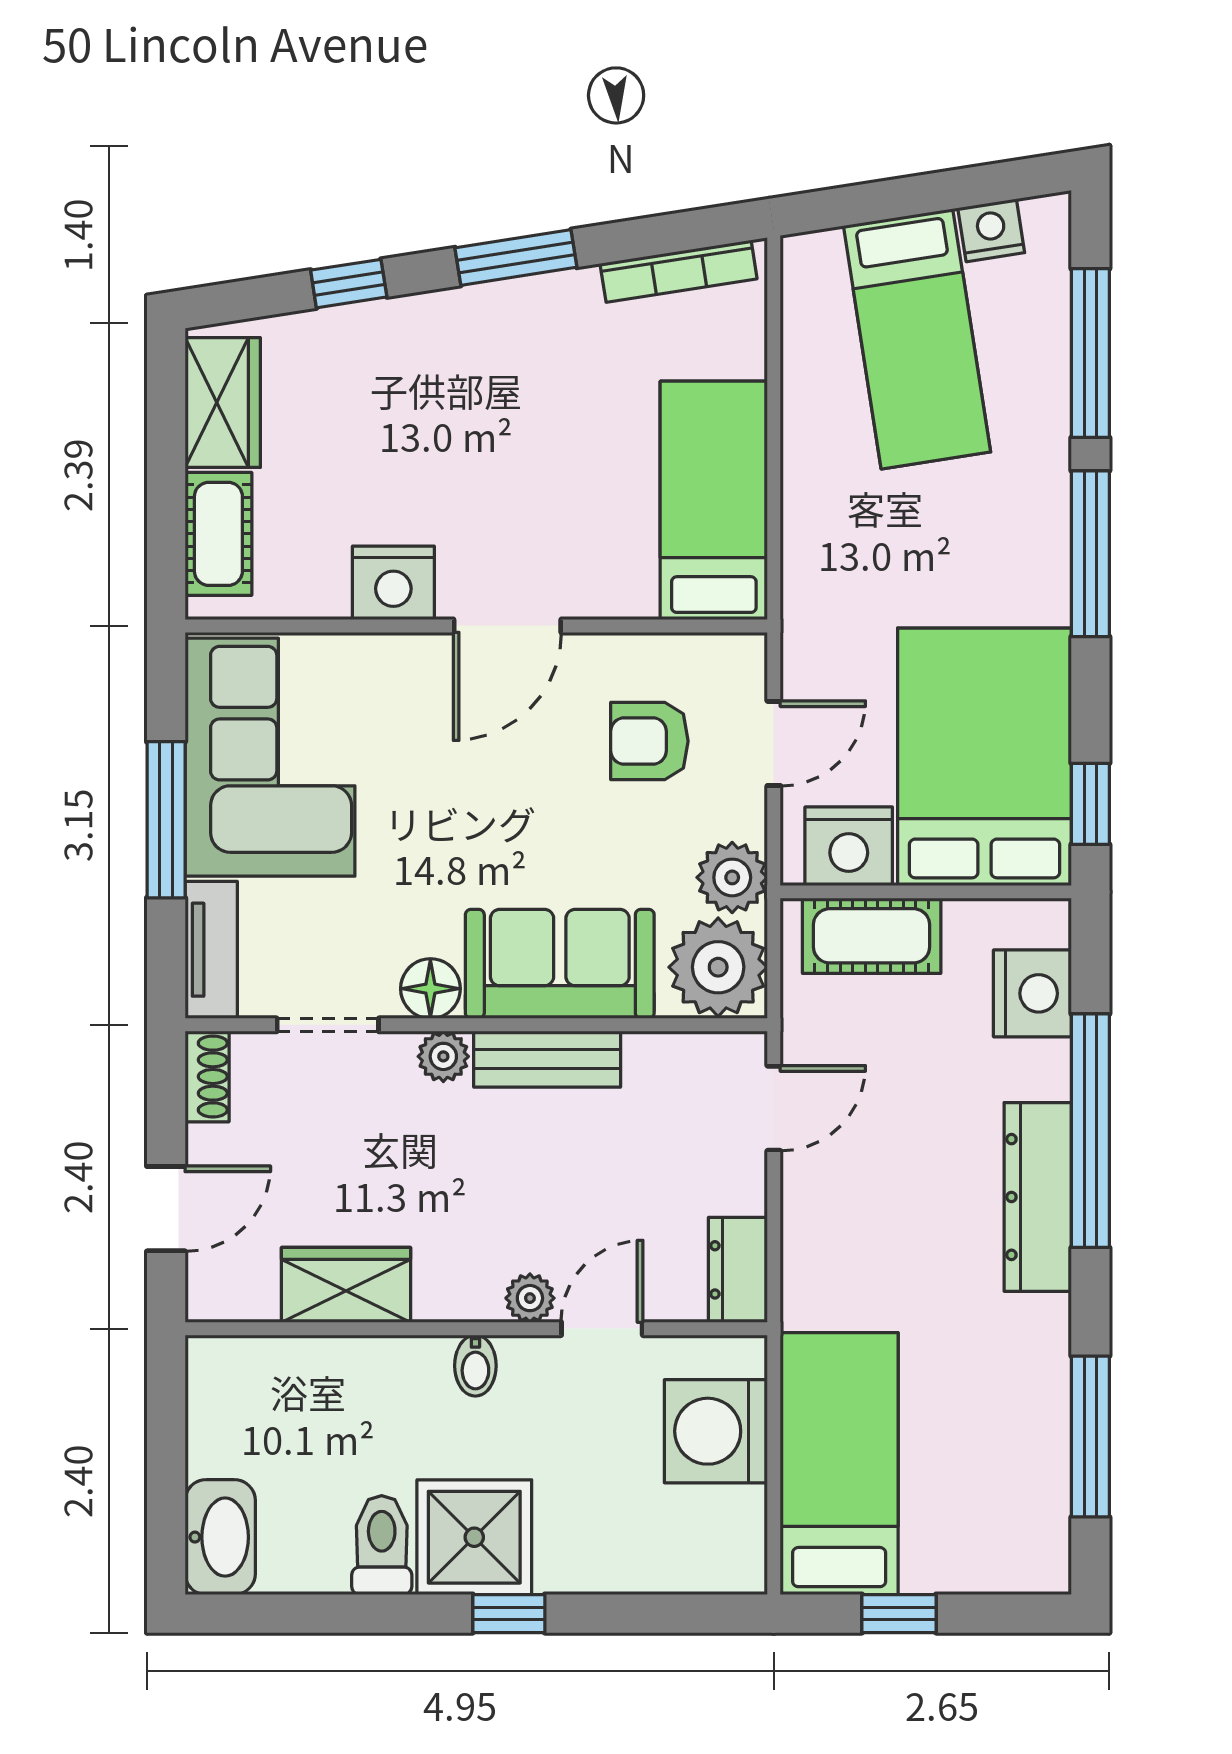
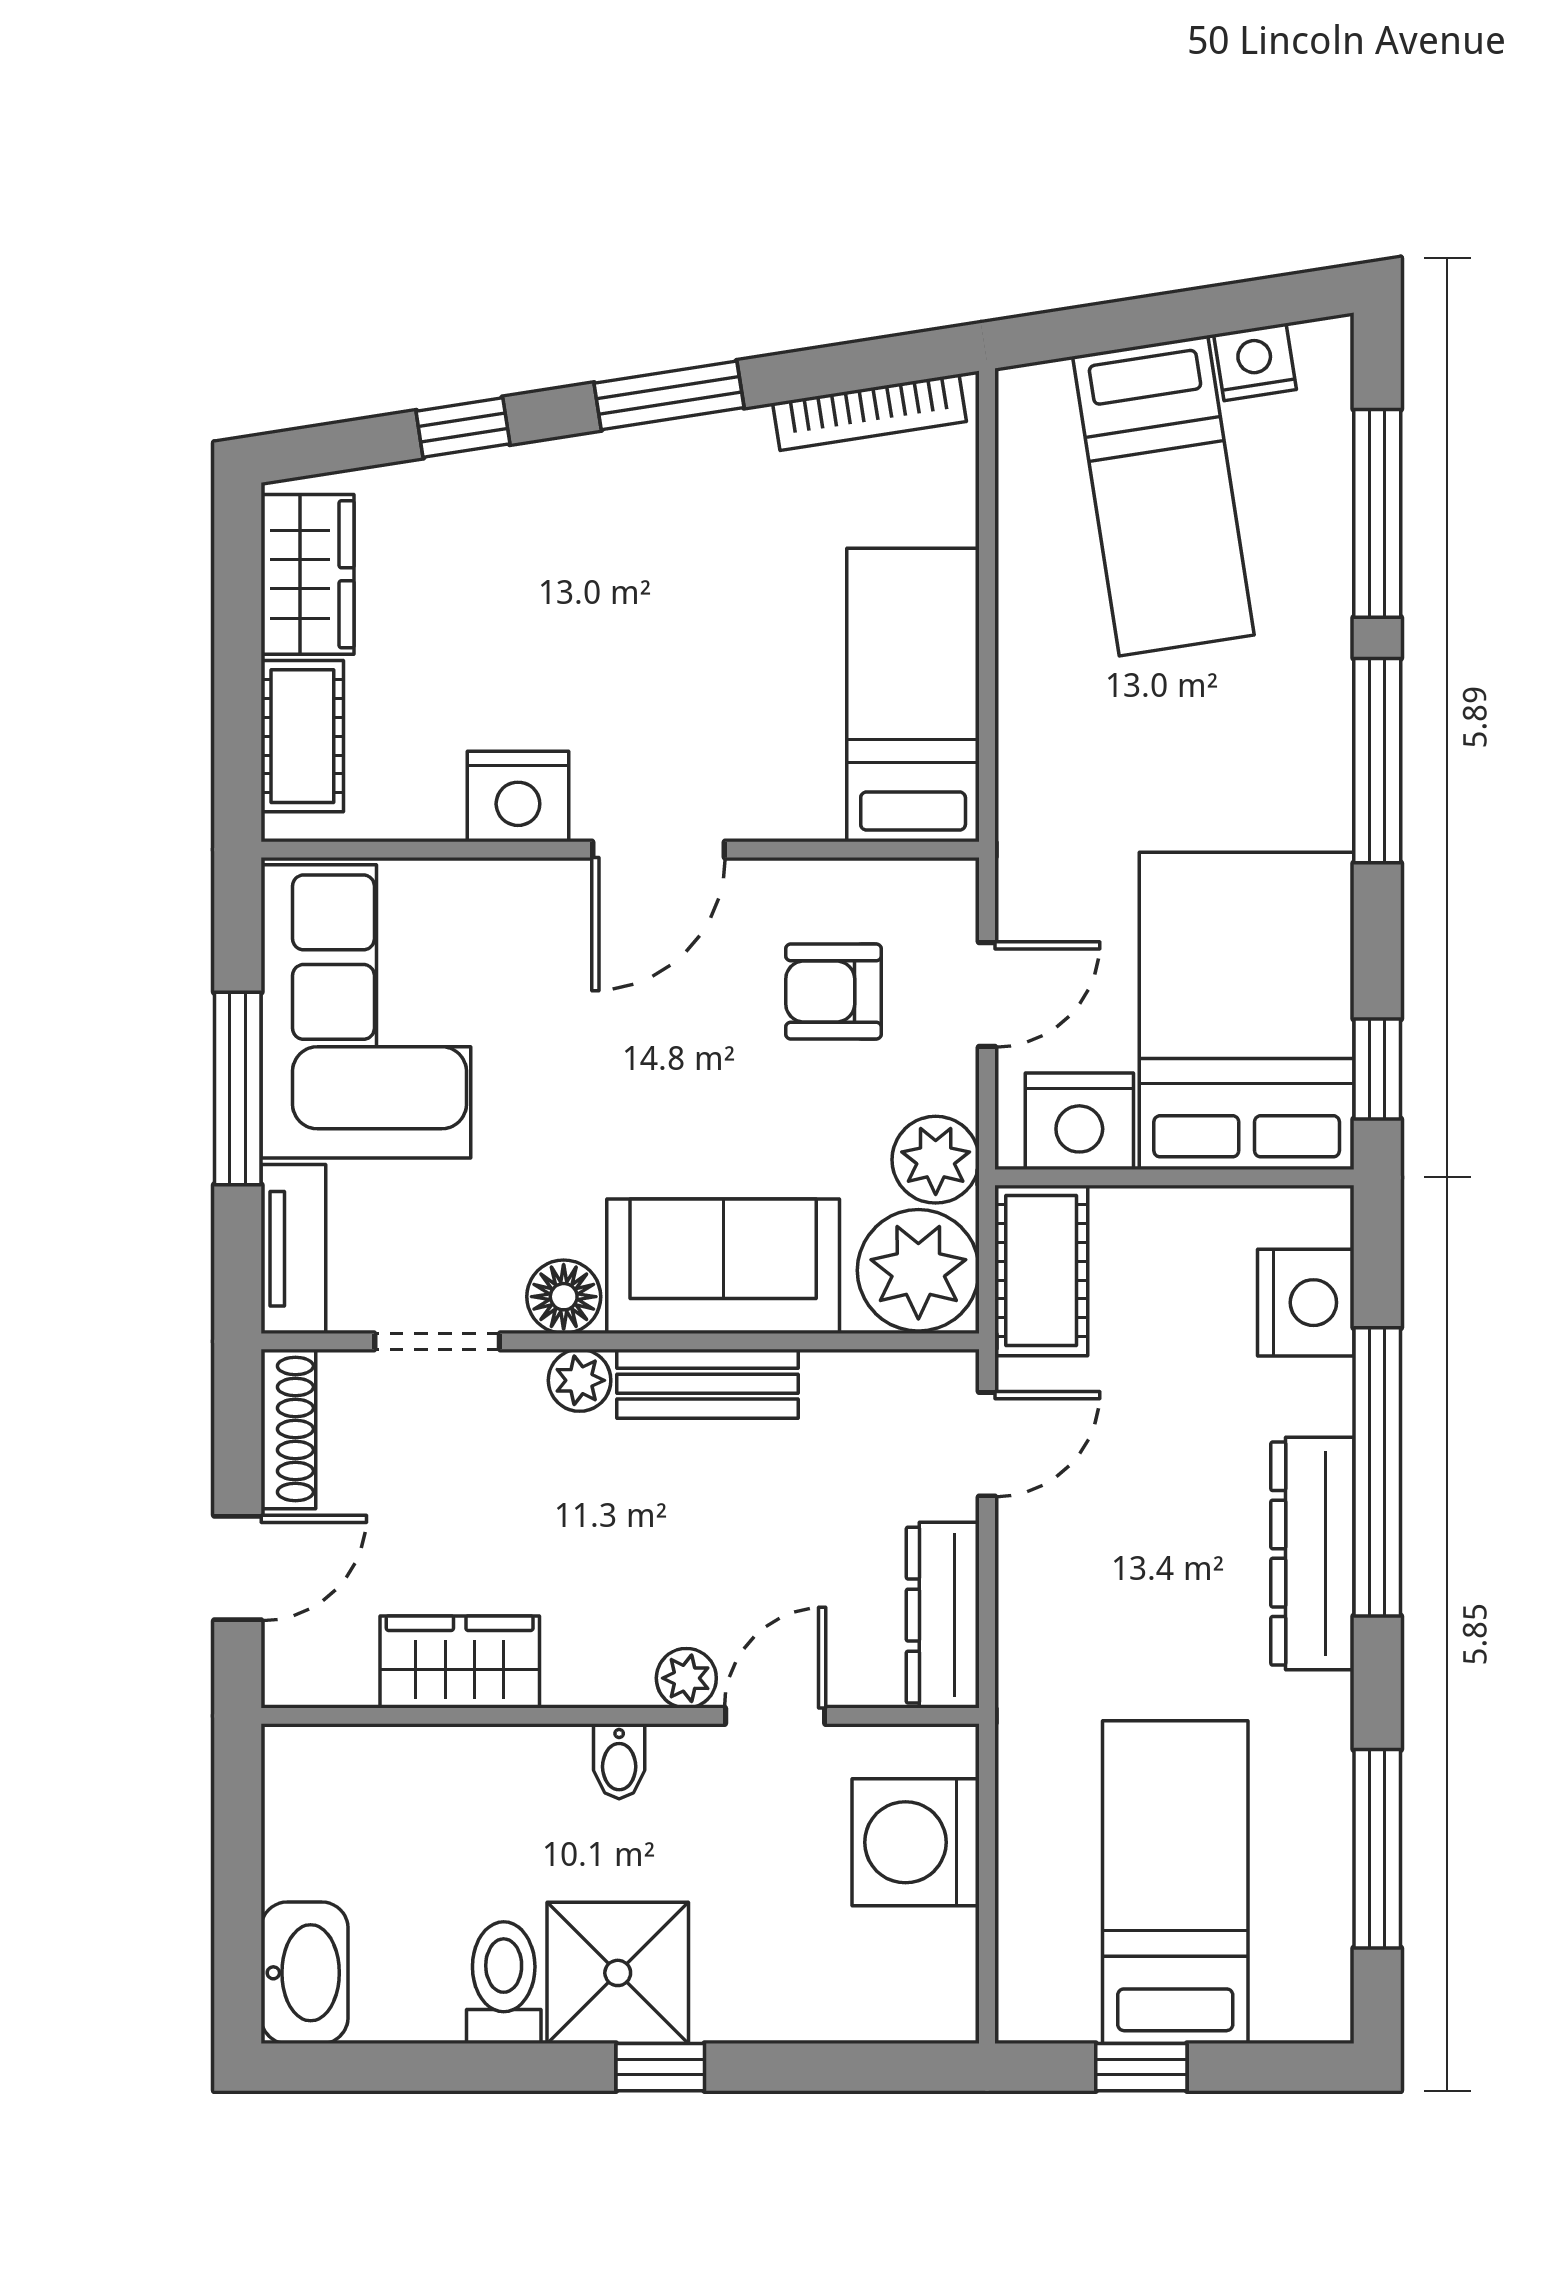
cot: (872, 936) -> (1041, 1271), moved, turned 90
shoe rack: (207, 1076) -> (288, 1429), width x1.43
dresser: (738, 1270) -> (943, 1615), width x1.44
bed: (839, 1464) -> (1175, 1882), moved

